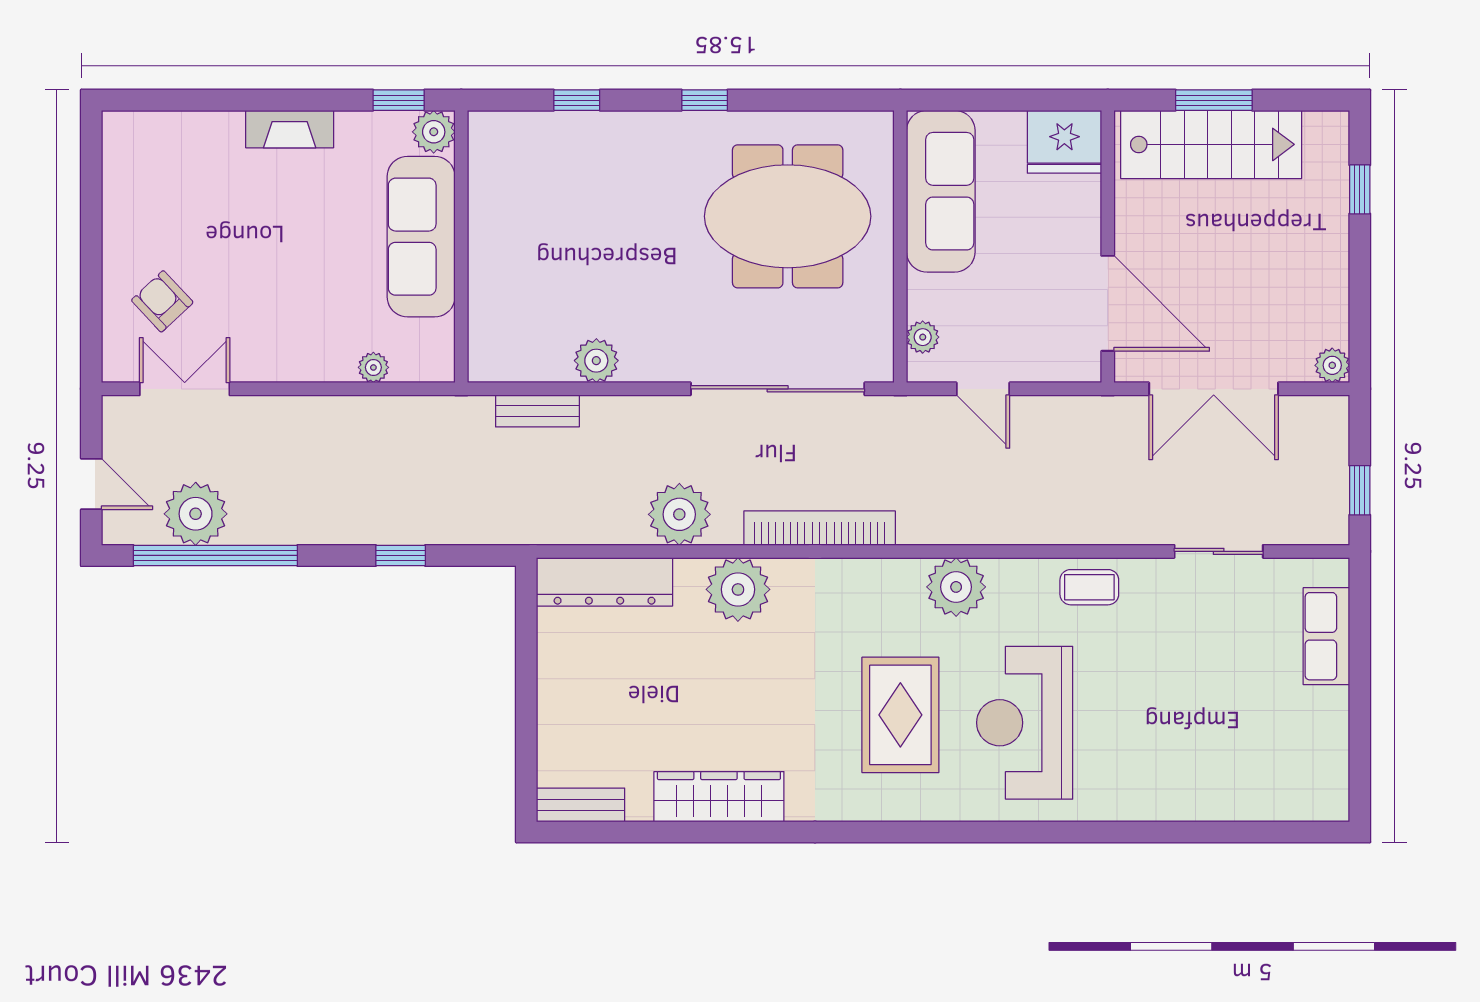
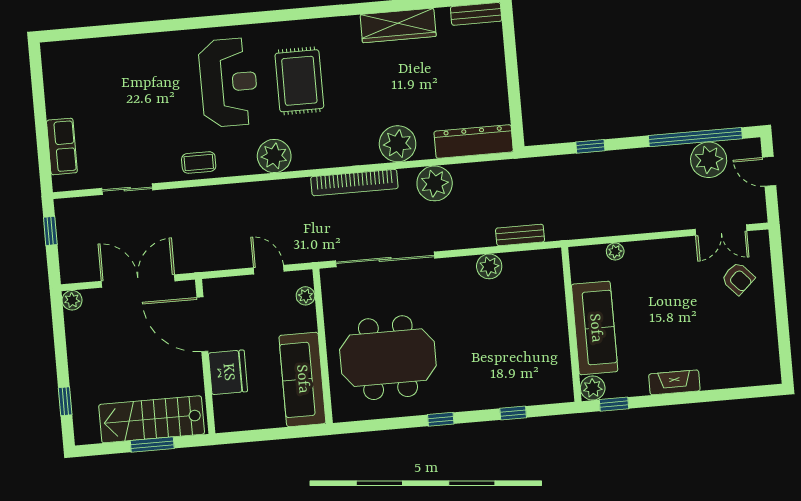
fridge: (1064, 142) -> (228, 372), moved, turned 90

